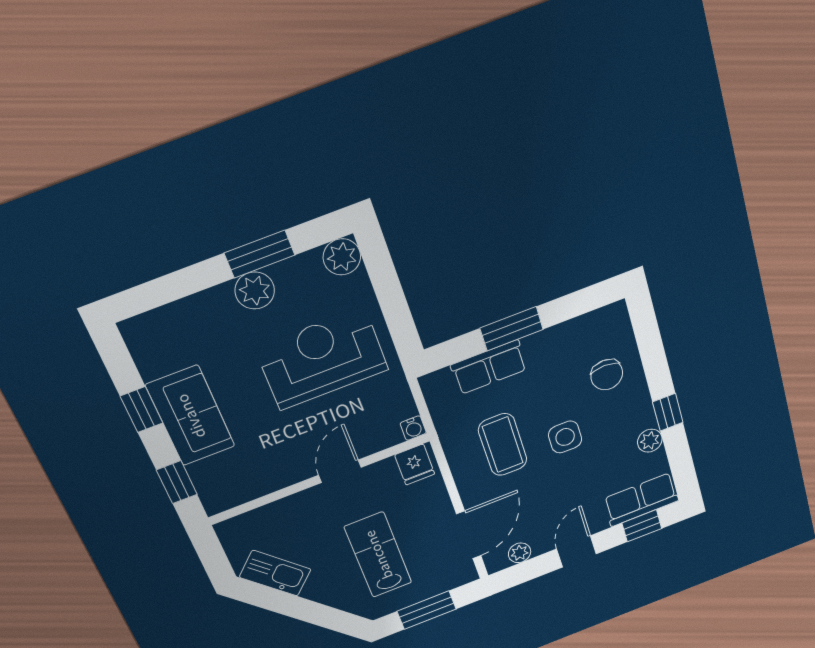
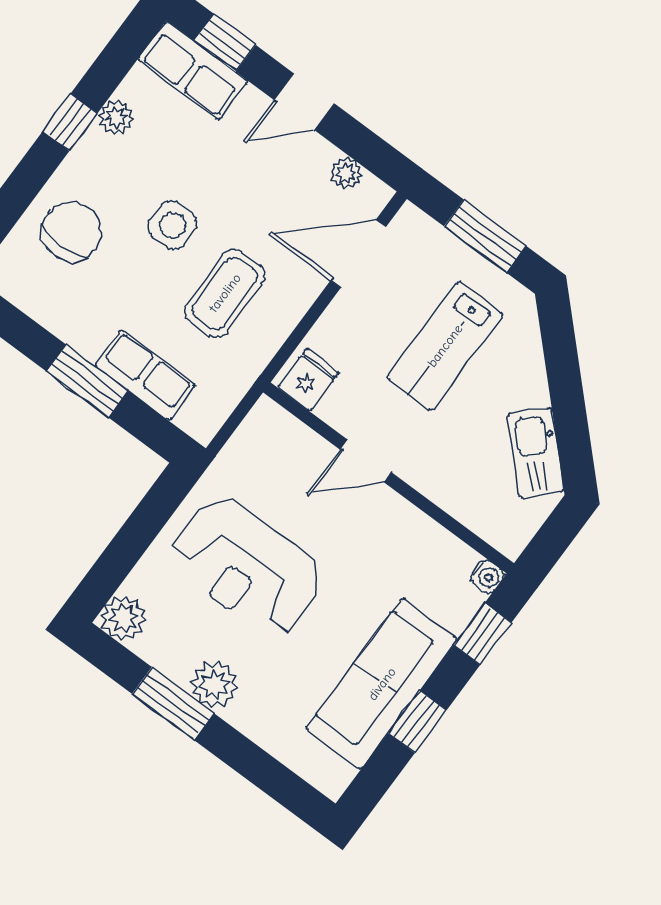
chair: (607, 375) -> (71, 231), width x1.37, depth x1.37
sofa: (190, 416) -> (382, 684), width x1.36
water cooler: (413, 428) -> (487, 576), moved, turned 90

